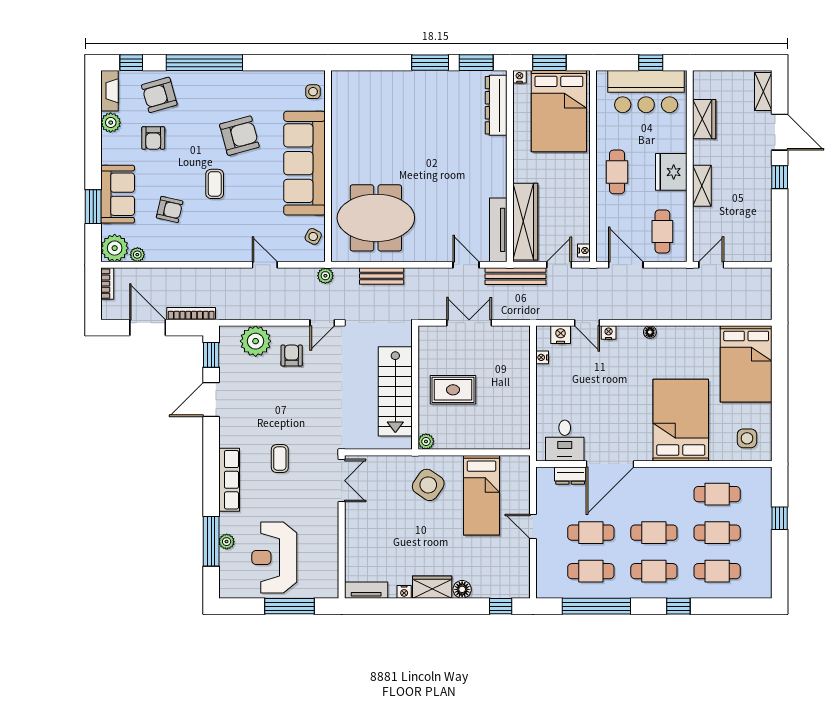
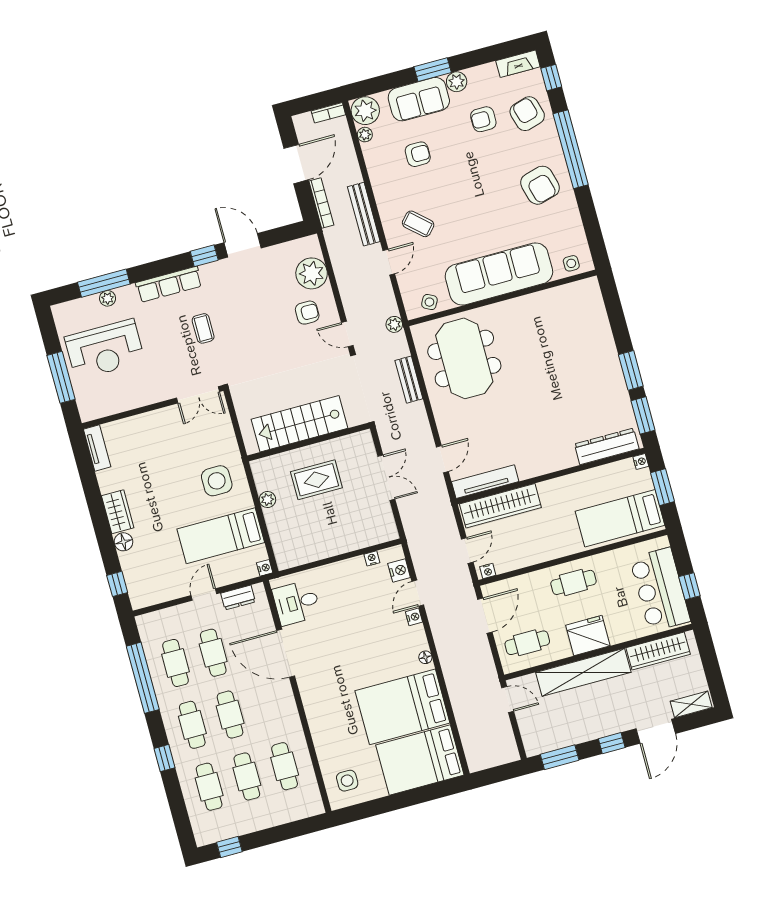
bed: (559, 111) -> (620, 518), width x0.67
wardrobe: (704, 119) -> (658, 651), width x1.50
plant: (111, 123) -> (457, 82), moved
armchair: (239, 136) -> (540, 185), moved
coffee table: (215, 184) -> (418, 224), moved, turned 42
shelving: (702, 186) -> (583, 672), width x2.20, depth x1.33
window: (93, 207) -> (433, 70), moved
armchair: (170, 209) -> (418, 154), turned -103
window: (780, 230) -> (560, 757), added
door: (559, 265) -> (467, 551), hinge flipped
bench: (515, 276) -> (364, 214), moved
window: (211, 355) -> (204, 256), moved
rug: (453, 390) -> (316, 480), turned 90
bed: (681, 420) -> (402, 707), moved, turned 180
plant: (426, 442) -> (267, 500), moved
coffee table: (280, 459) -> (203, 328), turned 90
dresser: (570, 476) -> (238, 598), moved, turned -90
side table: (428, 485) -> (217, 481), turned -34
window: (780, 518) -> (229, 847), moved
reception desk: (274, 557) -> (105, 349), turned 180
nightstand: (404, 592) -> (265, 568), moved, turned 180

